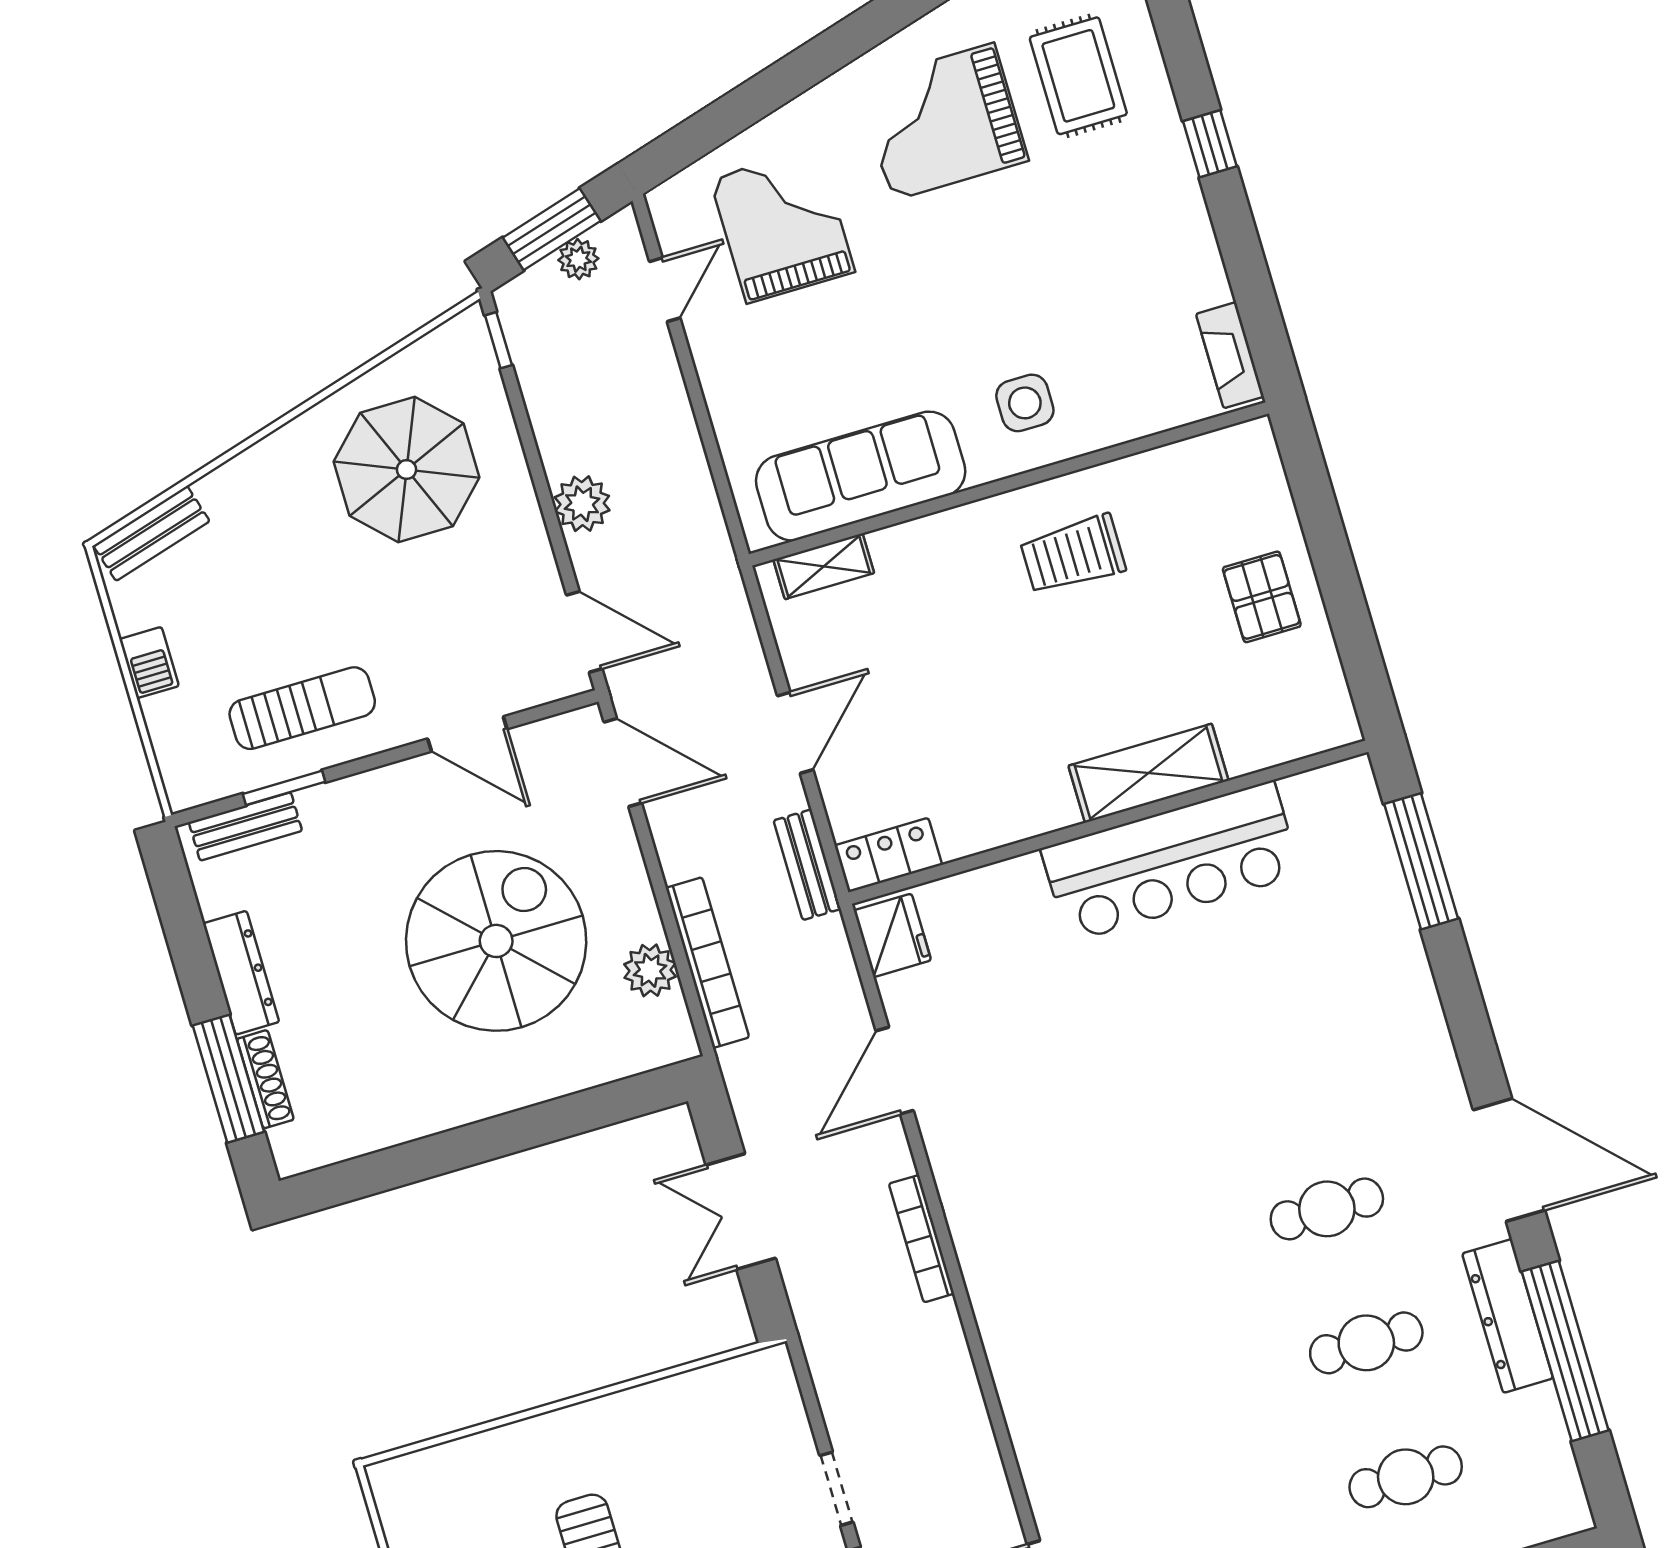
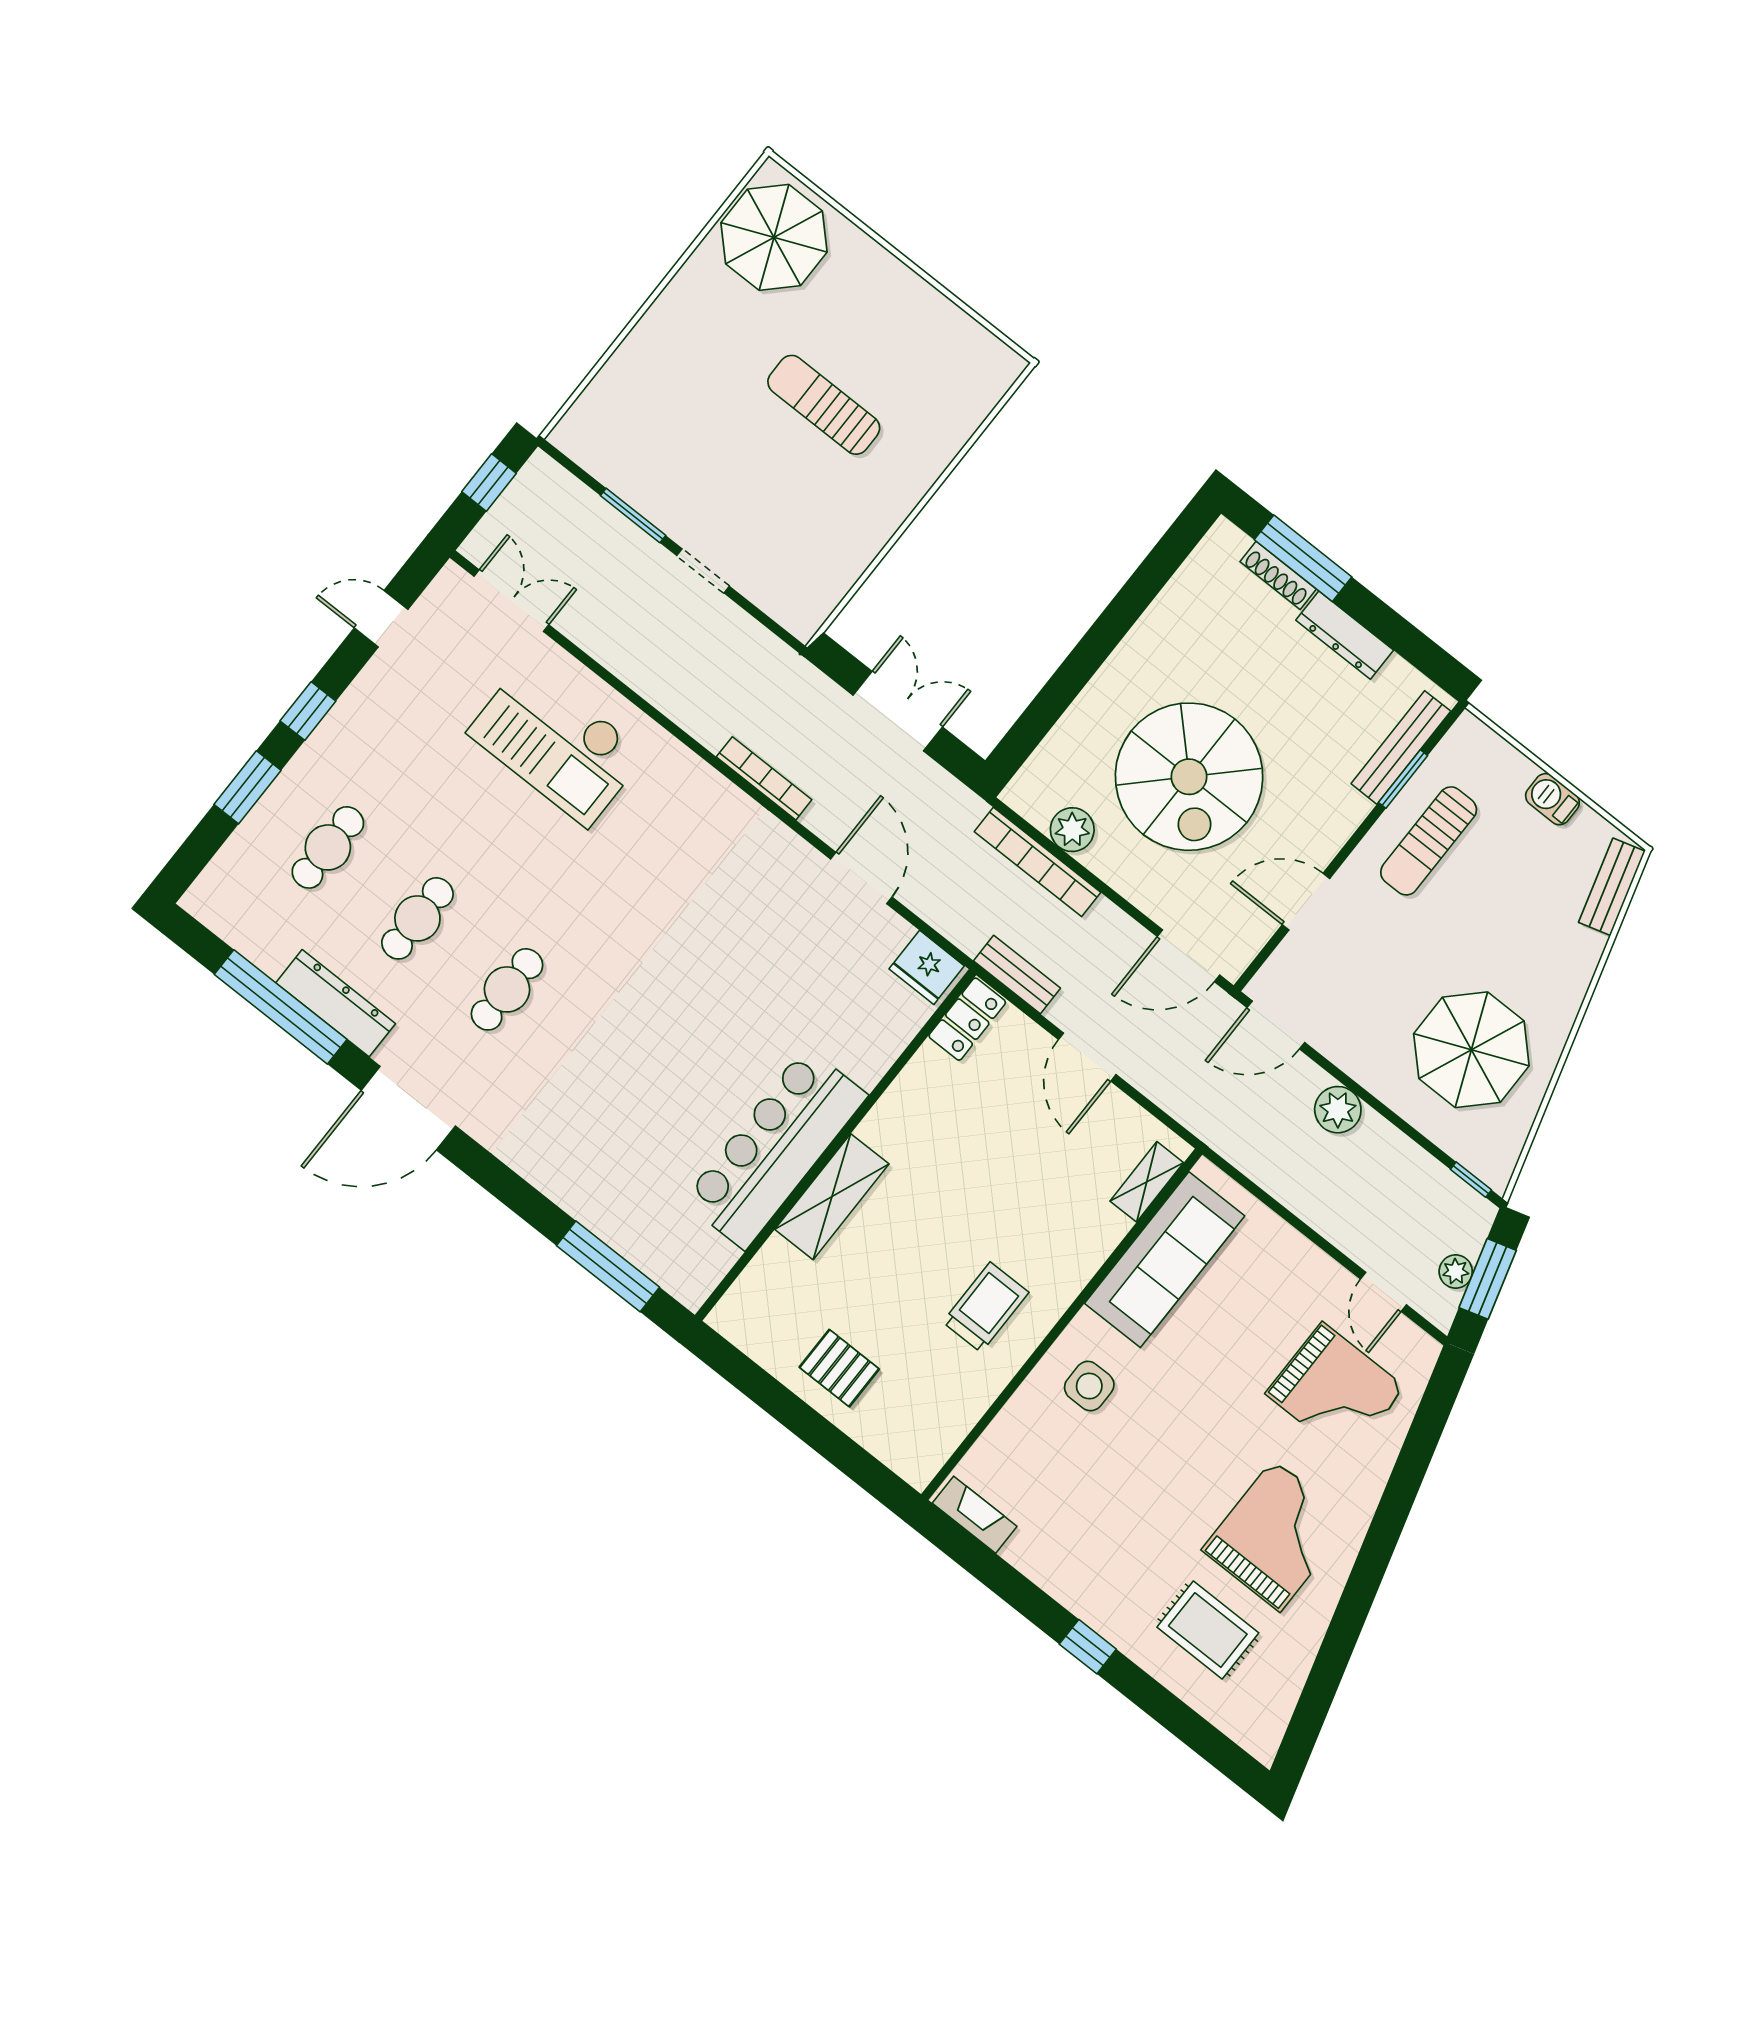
bench: (245, 826) -> (1401, 747), width x1.36
checkout: (1104, 1420) -> (557, 743), added

